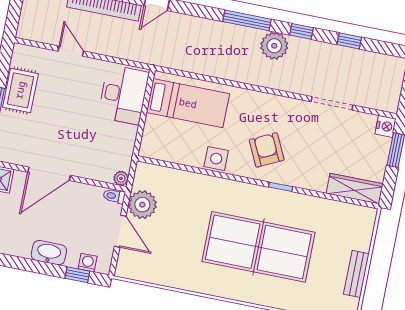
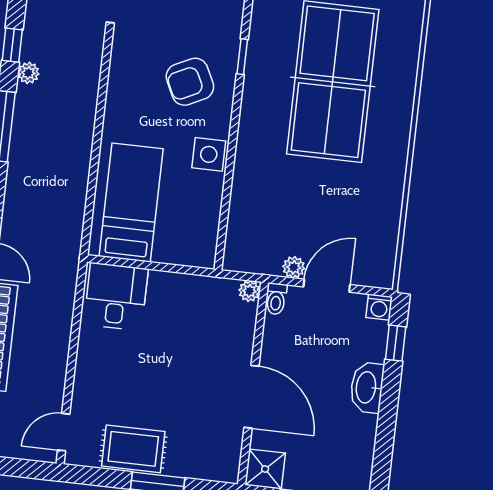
plant: (274, 46) -> (28, 73), width x0.53, depth x0.53
door: (71, 51) -> (64, 432), moved
desk: (123, 95) -> (116, 297), width x0.73
plant: (142, 205) -> (294, 267), width x0.53, depth x0.53
washing machine: (88, 263) -> (379, 307), moved, turned -90

